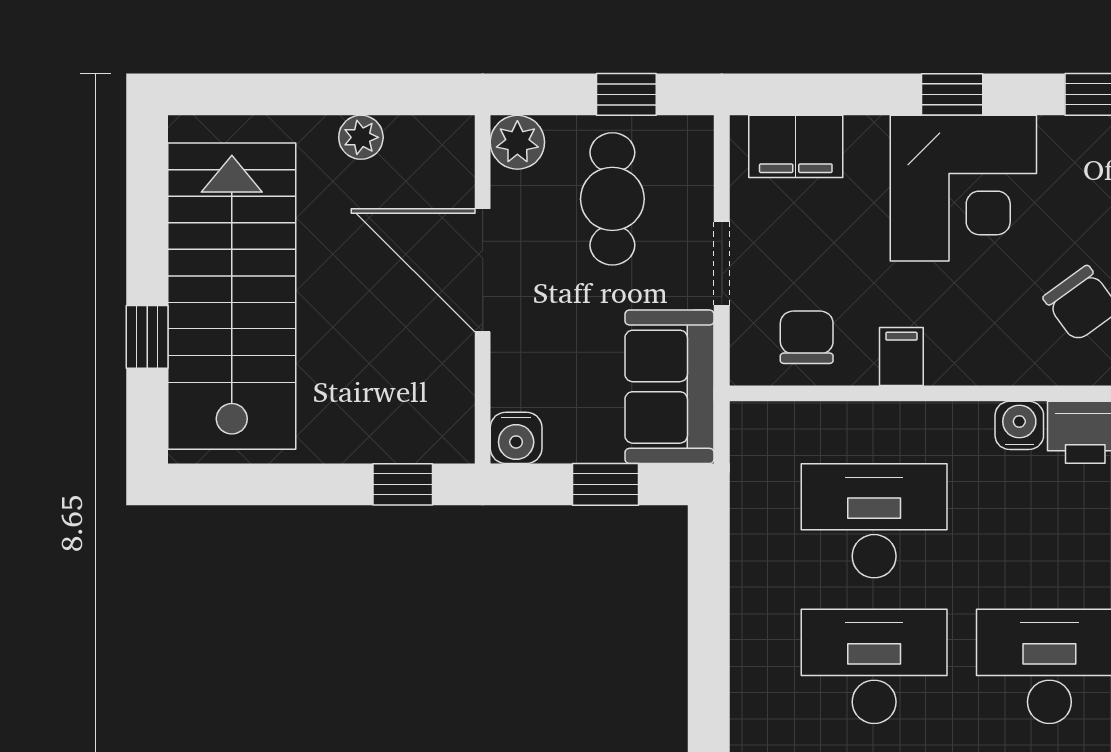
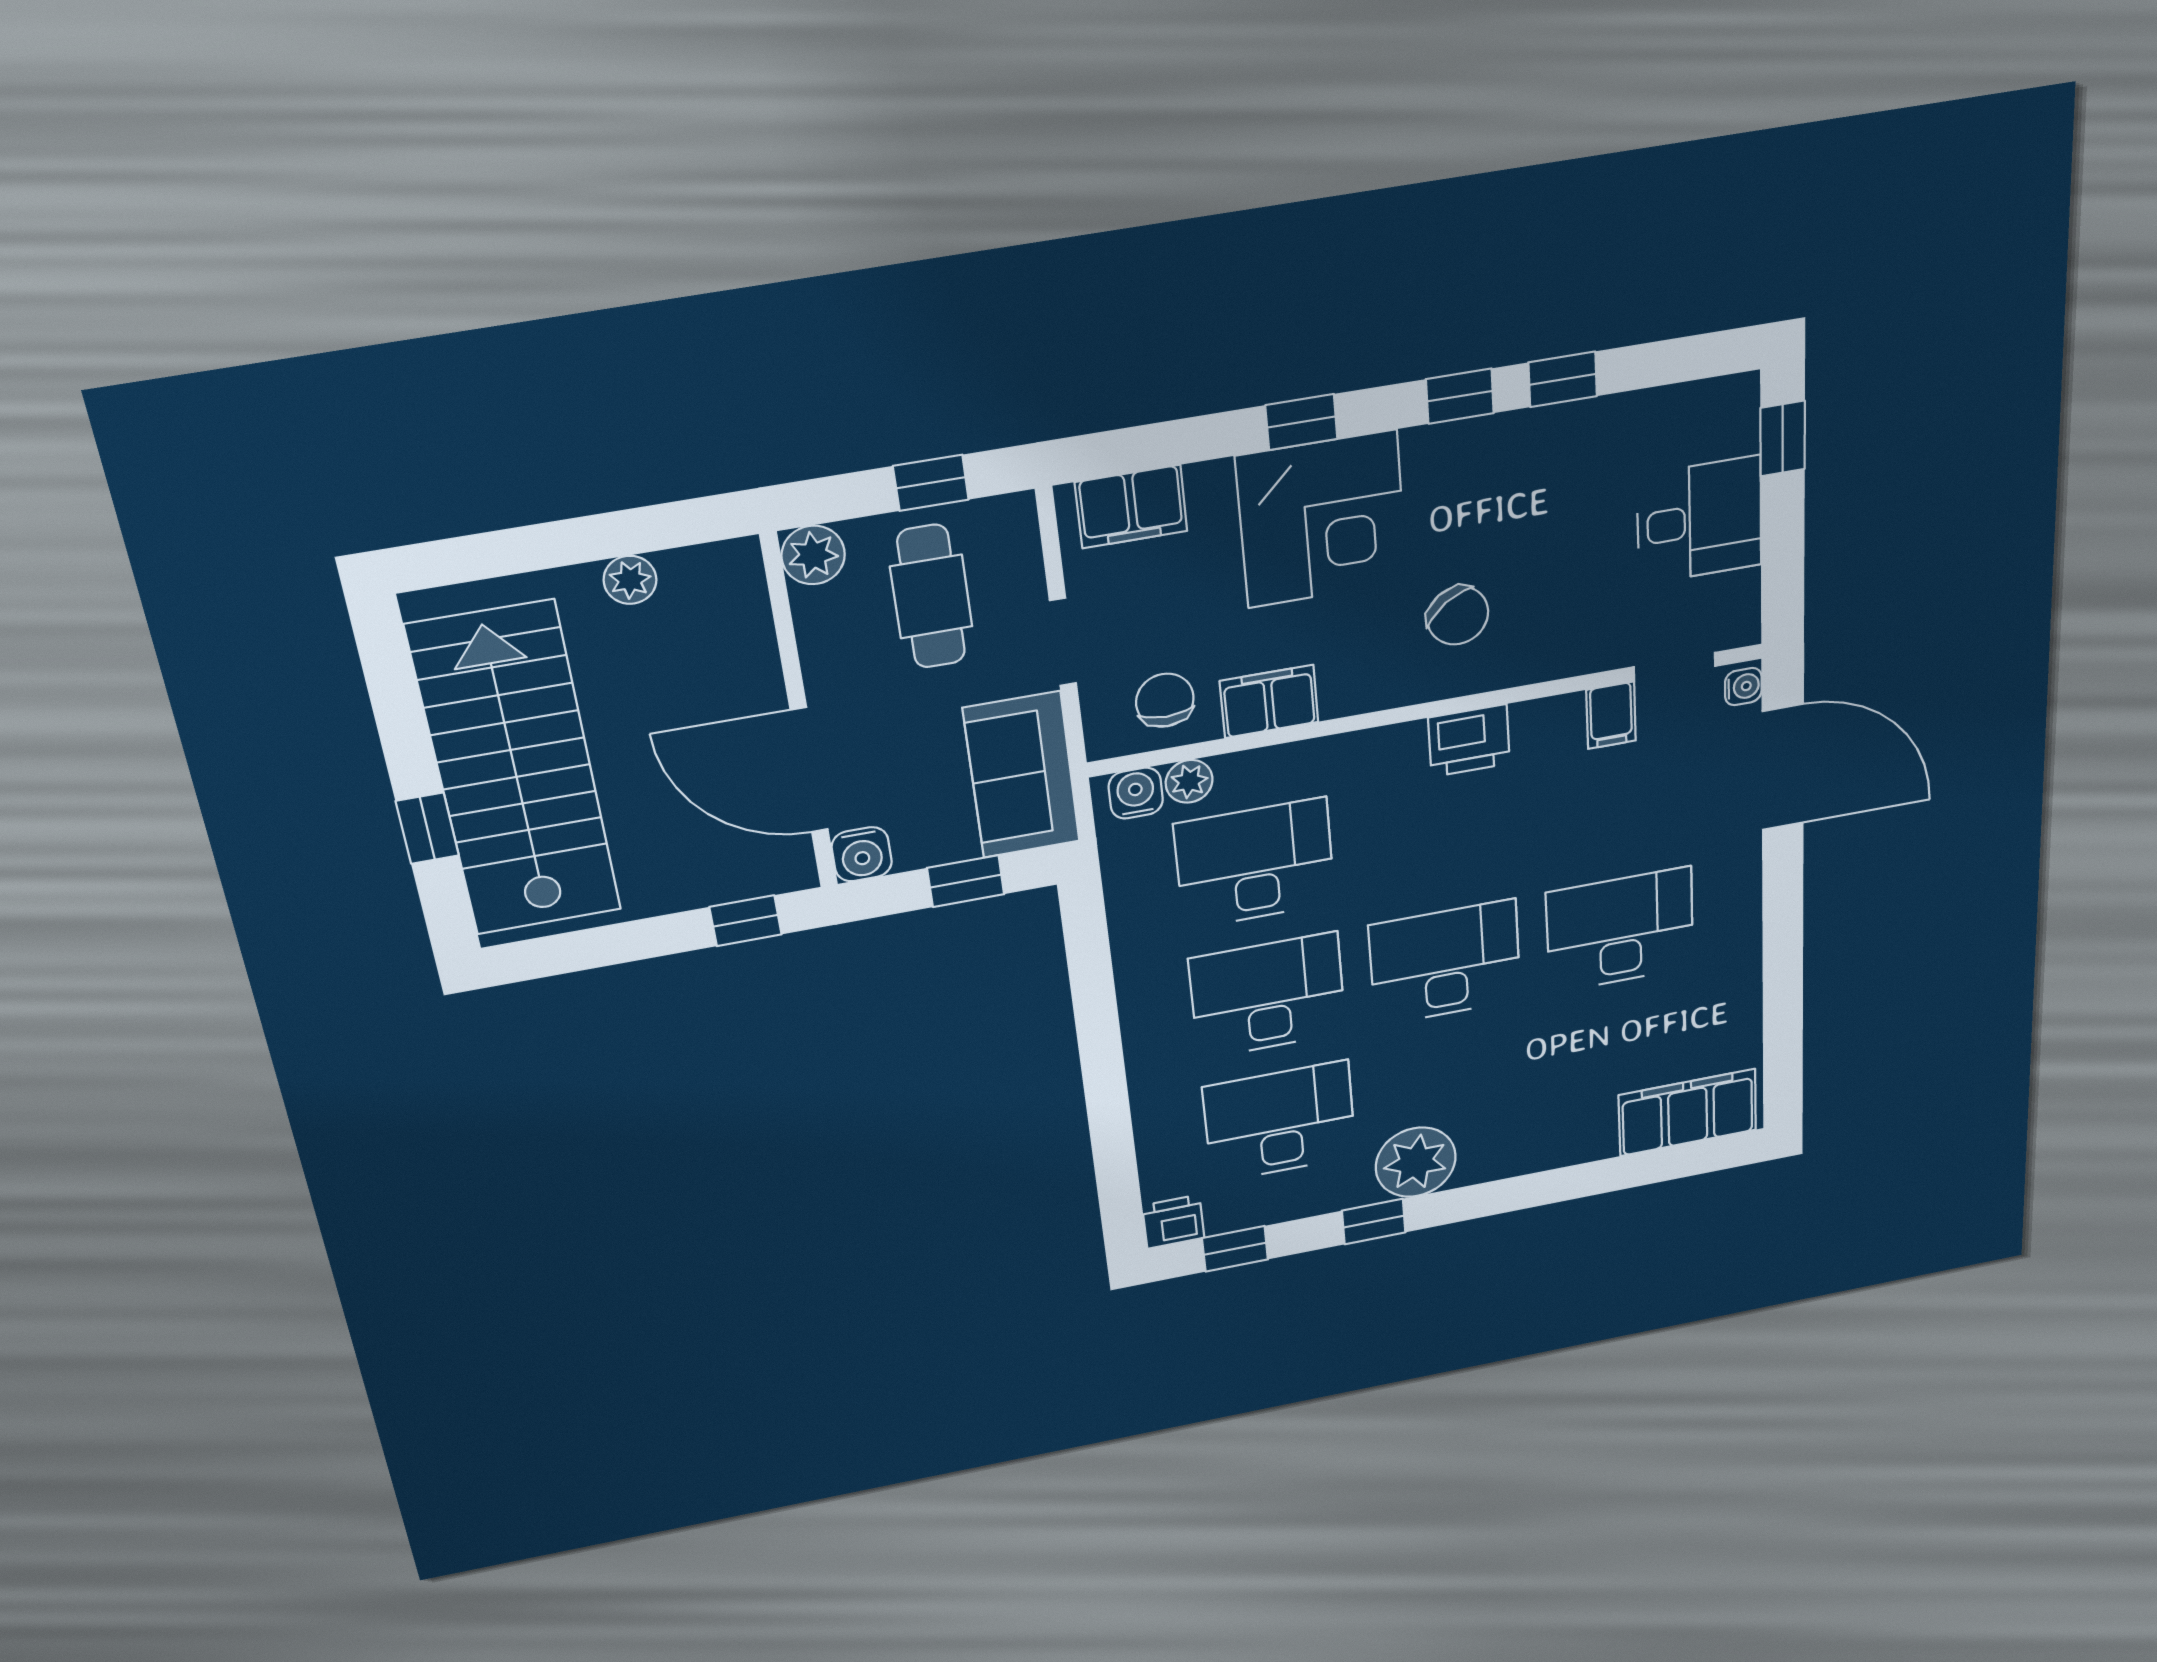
door: (483, 270) -> (809, 770), moved
filing cabinet: (901, 357) -> (1269, 702), width x2.00
plant: (821, 423) -> (1189, 781), added
water cooler: (1019, 425) -> (1136, 793), moved

